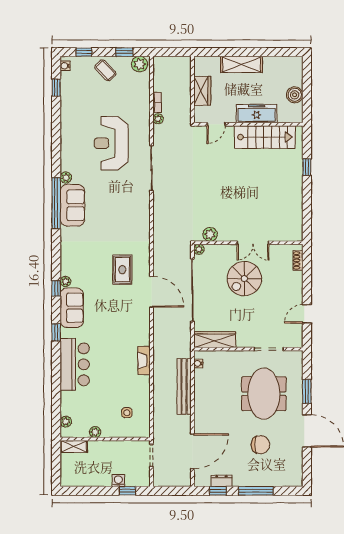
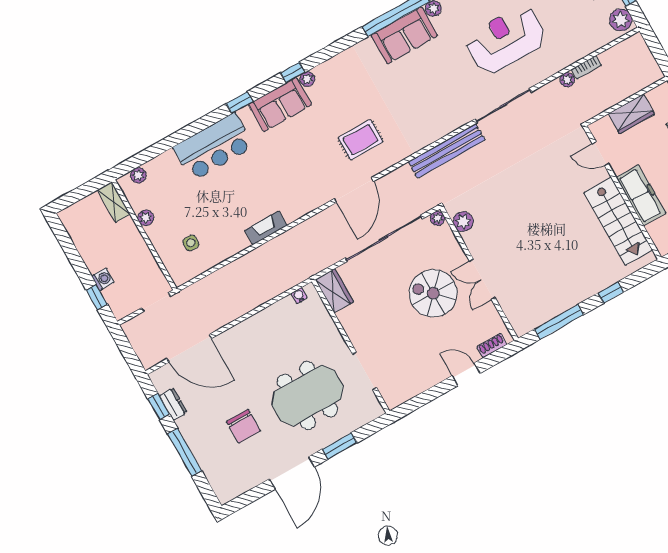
window: (307, 210) -> (559, 322), added
door: (307, 314) -> (466, 374), moved
wardrobe: (215, 340) -> (334, 291), width x0.67
bench: (184, 387) -> (447, 151), moved

